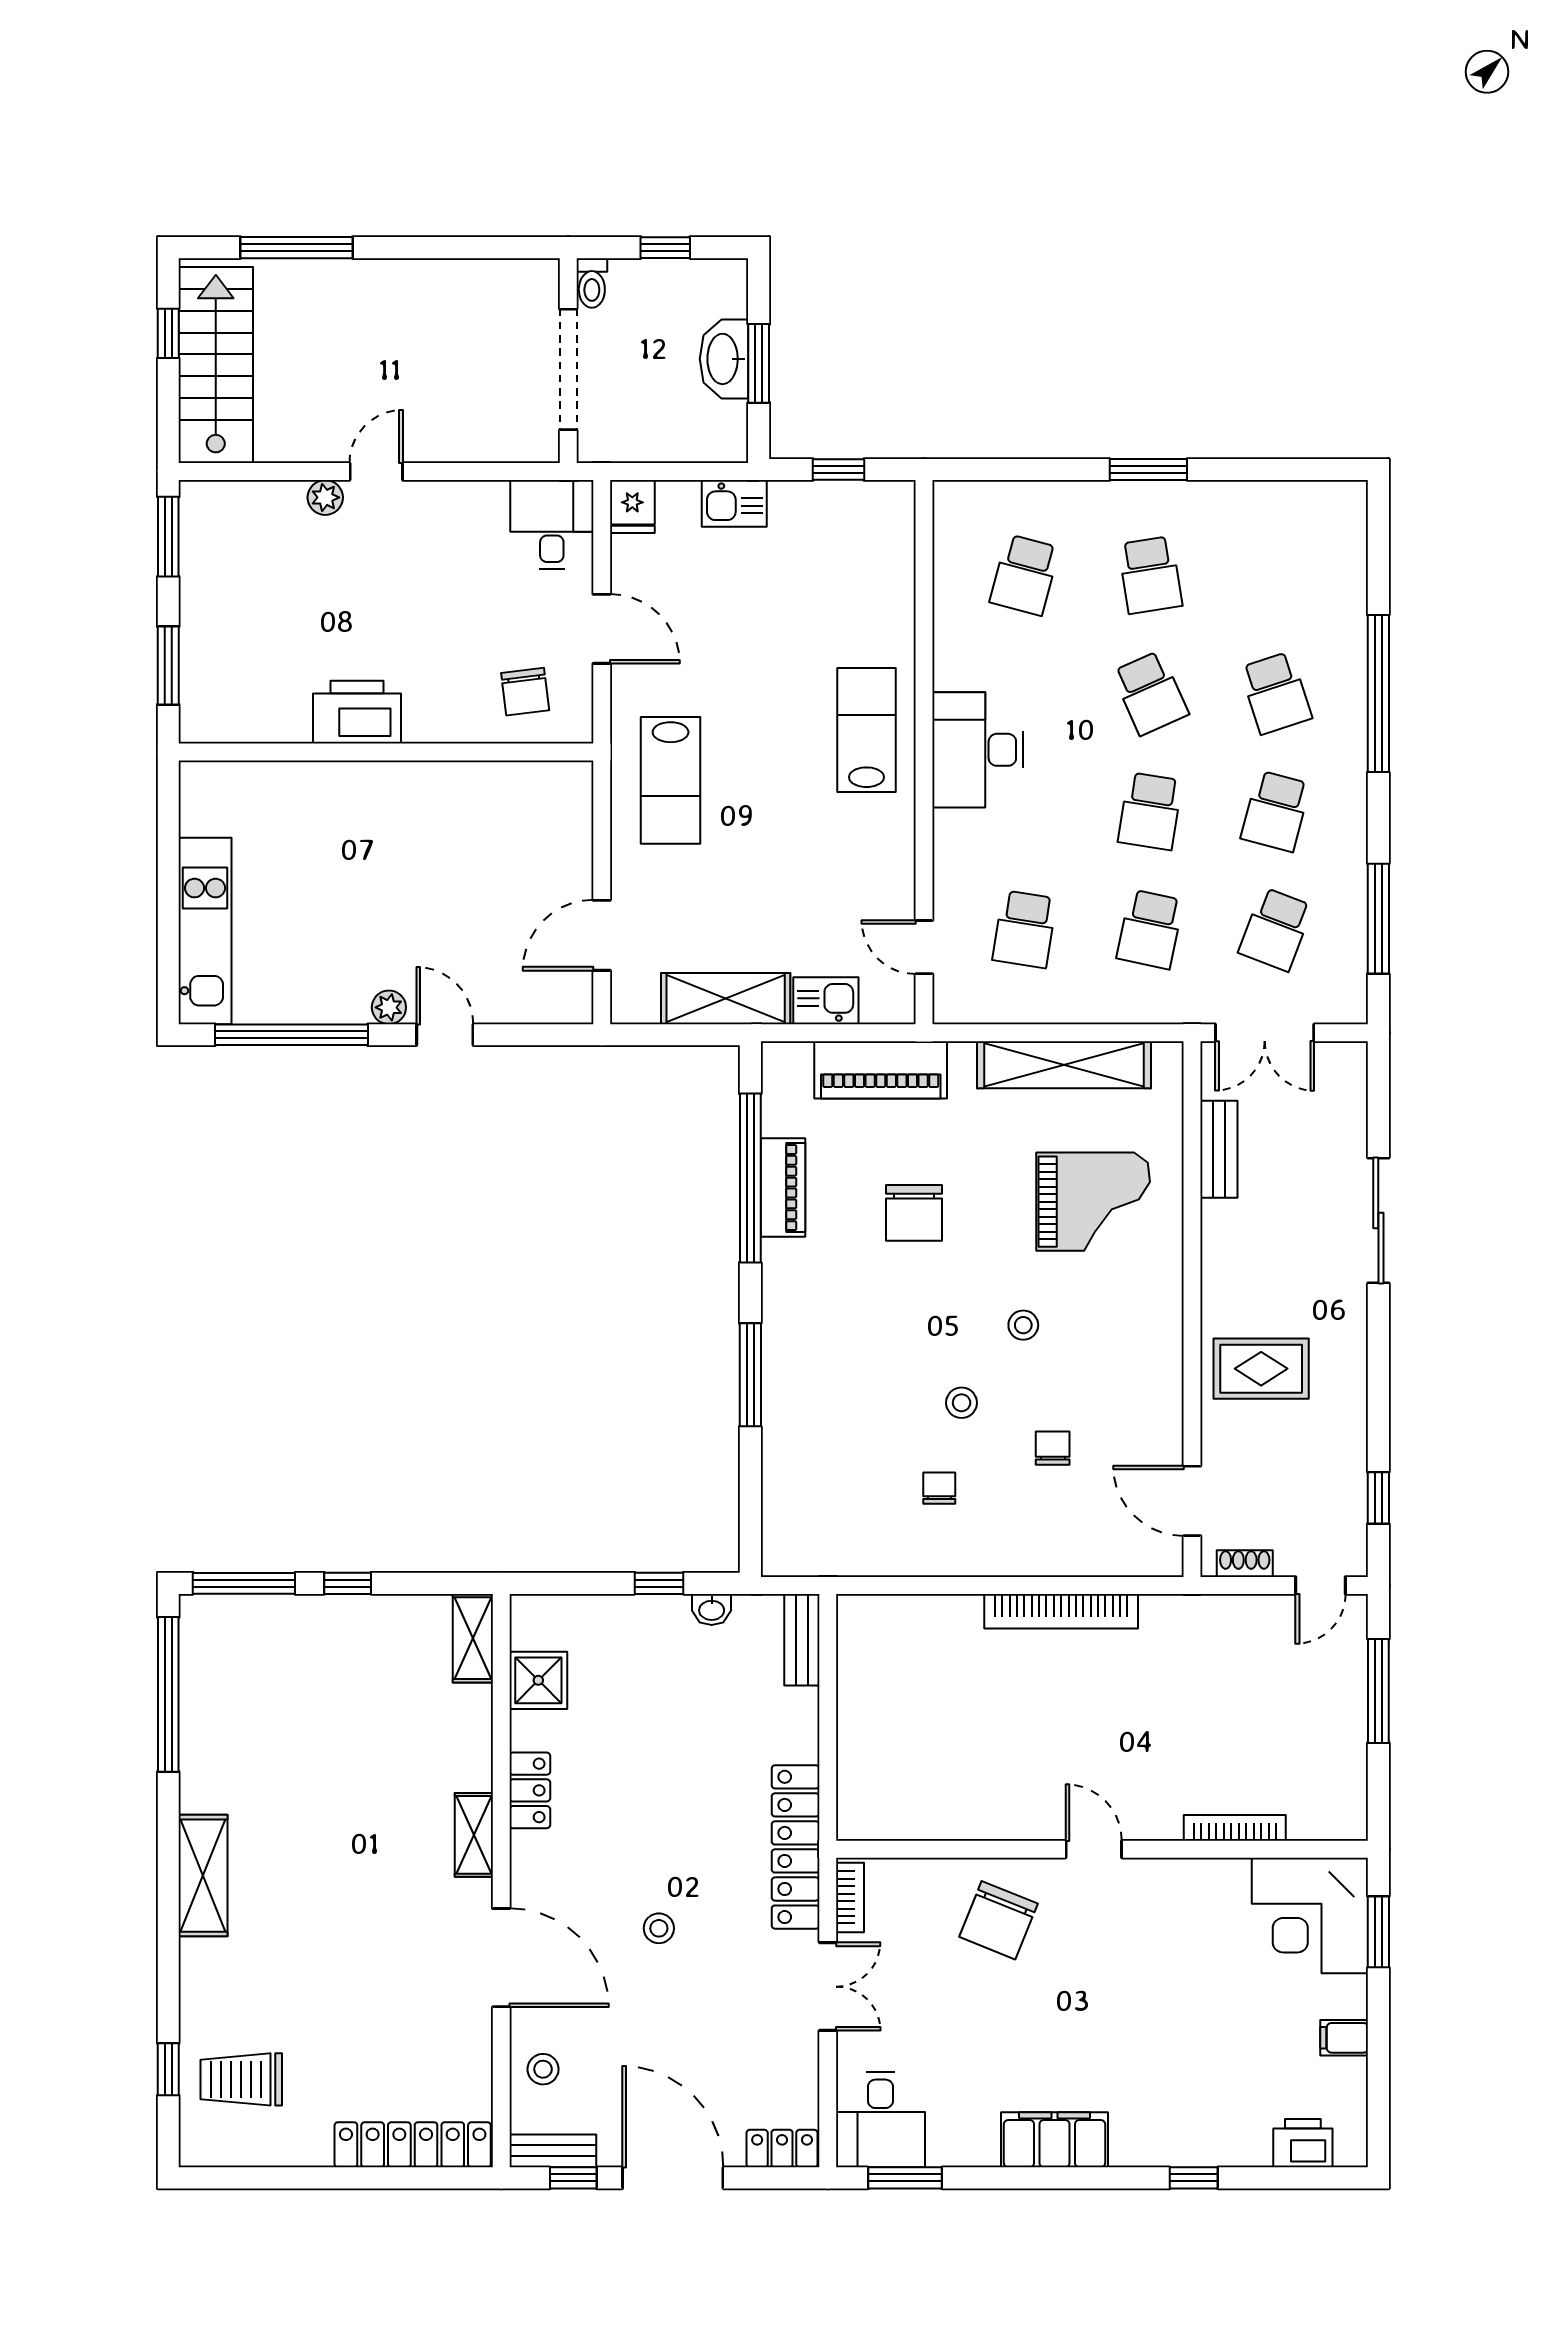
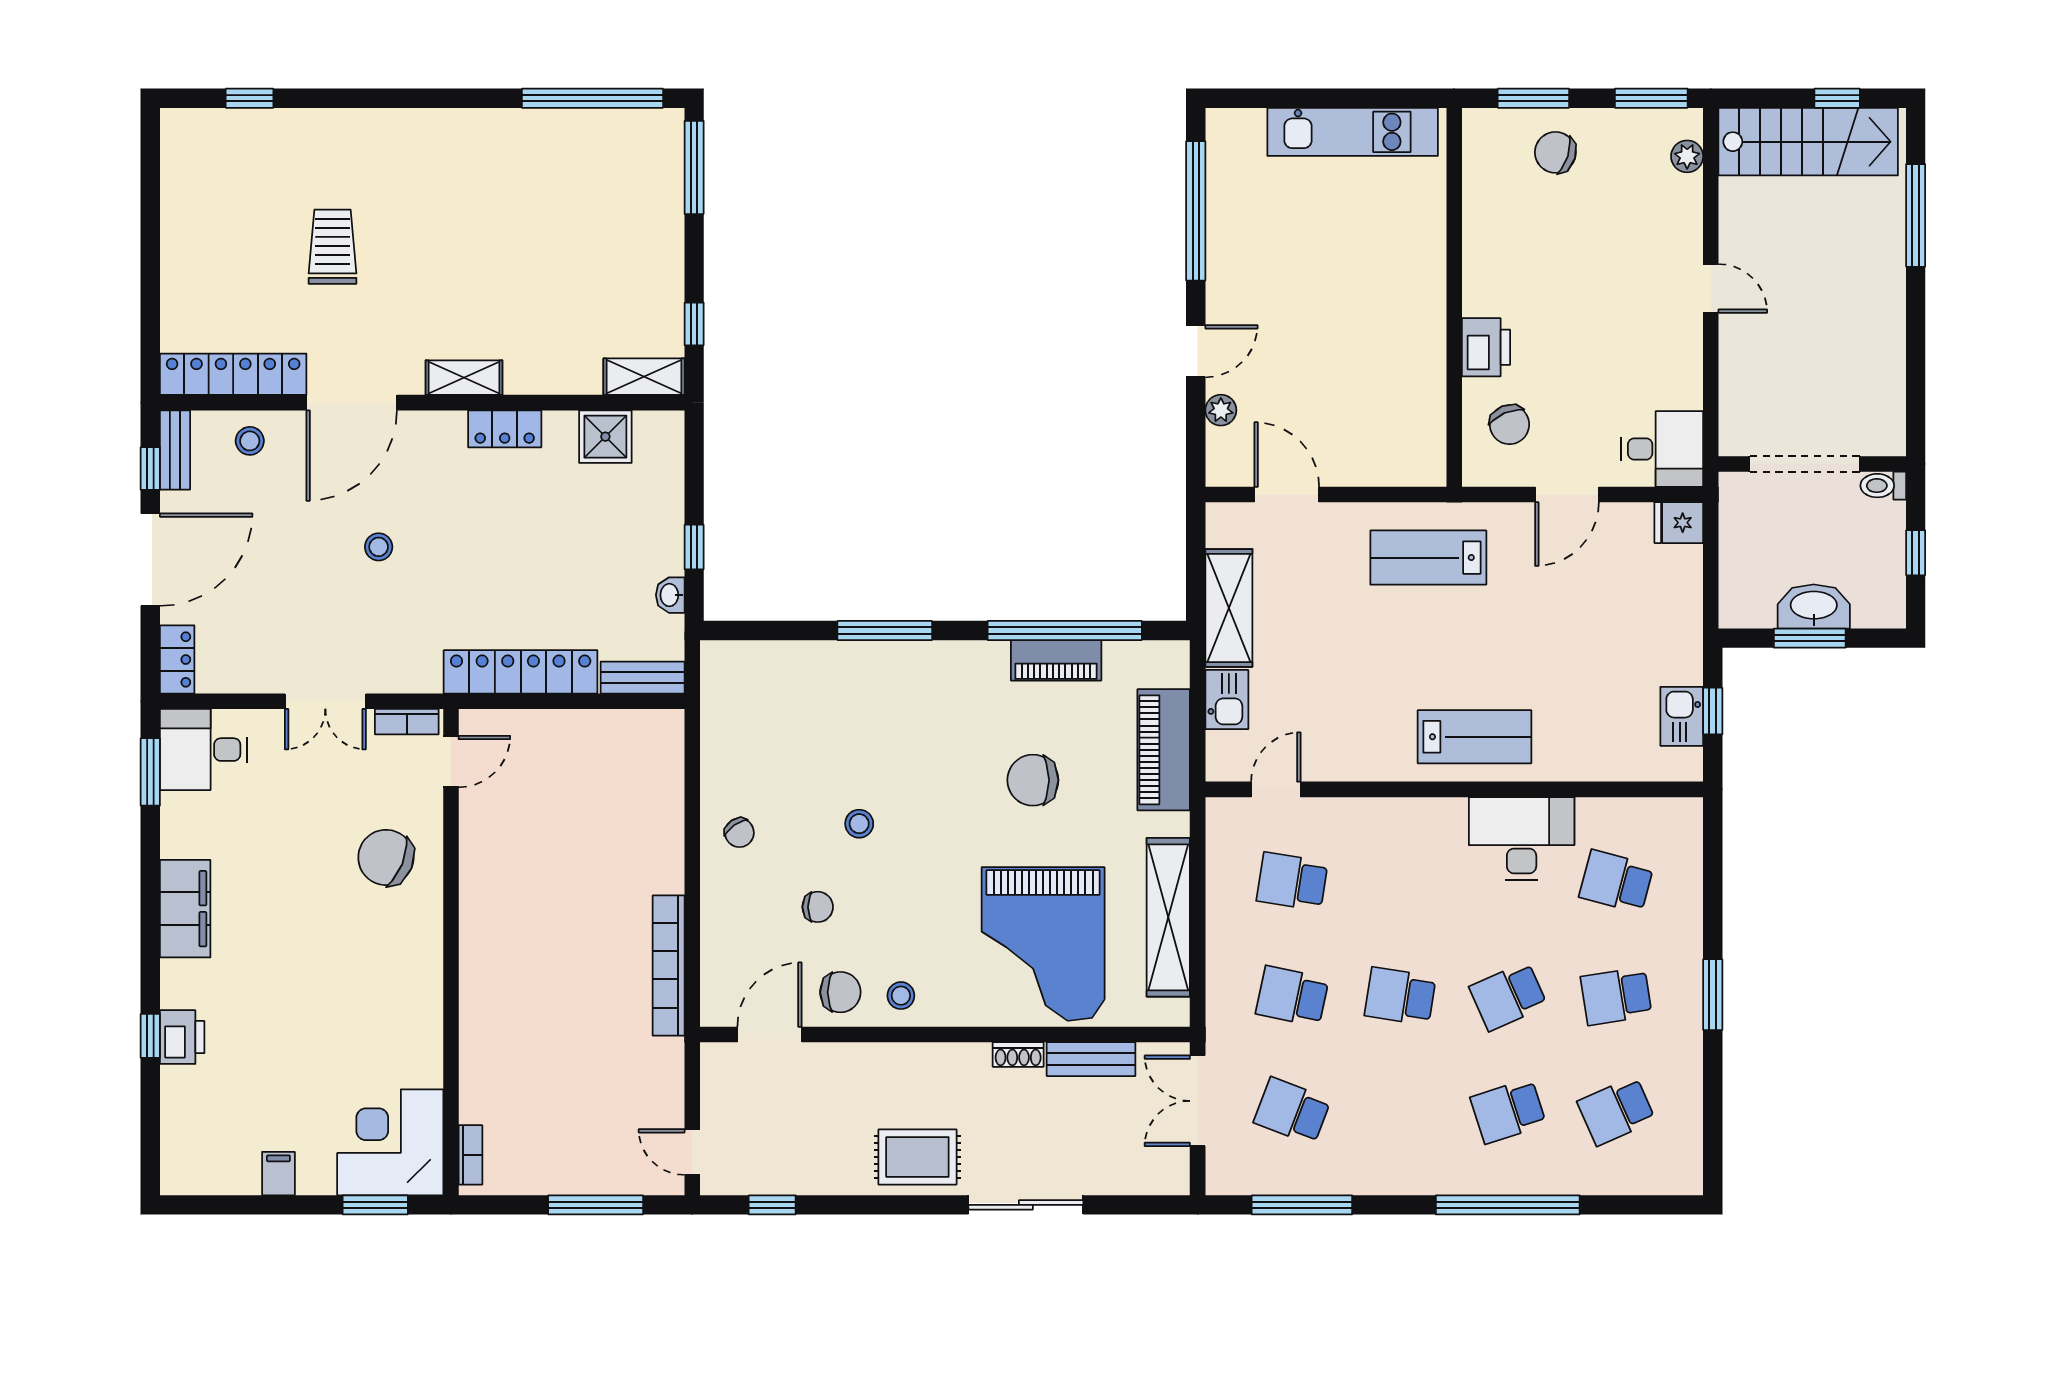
plant: (325, 497) -> (1687, 156), moved
kitchen sink: (734, 503) -> (1682, 716), moved
chair: (227, 641) -> (1555, 152), added
chair: (525, 692) -> (1510, 425), turned -106
printer: (357, 712) -> (1486, 347), moved, width x0.73, depth x0.84
desk: (978, 750) -> (1522, 839), moved
school desk: (1276, 811) -> (1616, 1111), moved, turned -39
kitchen unit: (205, 931) -> (1353, 132), moved
plant: (389, 1007) -> (1221, 410), moved
grand piano: (1093, 1202) -> (1043, 944), width x1.37, depth x1.48
stool: (1023, 1325) -> (901, 996), moved
rug: (1261, 1369) -> (917, 1157), moved, turned 90
chair: (1146, 1423) -> (840, 992), added
chair: (939, 1488) -> (739, 833), moved, turned 55
shoe rack: (1245, 1564) -> (1018, 1054), moved, turned 90
window: (348, 1583) -> (694, 324), moved
bookcase: (1061, 1611) -> (669, 965), moved
bookcase: (1235, 1828) -> (470, 1155), moved, width x0.64
locker: (796, 1847) -> (521, 672), moved
door: (1094, 1849) -> (451, 762), moved
shelving: (203, 1876) -> (427, 130), removed
trolley: (241, 2079) -> (333, 247), moved
printer: (1303, 2143) -> (182, 1037), moved
locker: (413, 2145) -> (233, 374), moved, turned -90

